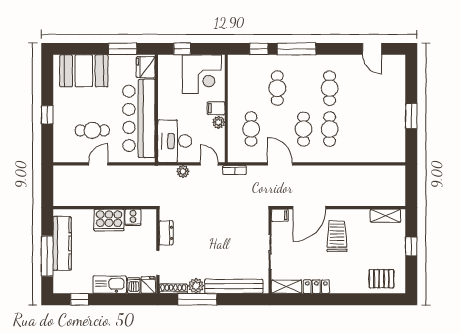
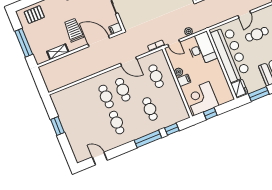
window: (182, 49) -> (210, 114), moved
door: (309, 208) -> (99, 41), hinge flipped
shelving: (385, 216) -> (58, 52), moved
trolley: (337, 236) -> (74, 30), turned 180
window: (411, 246) -> (24, 43), width x2.17

